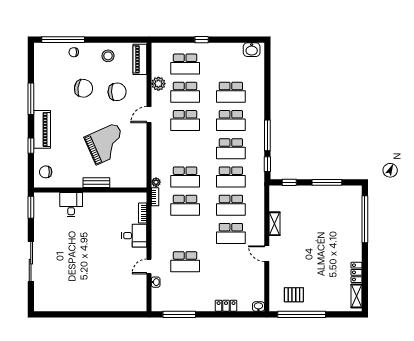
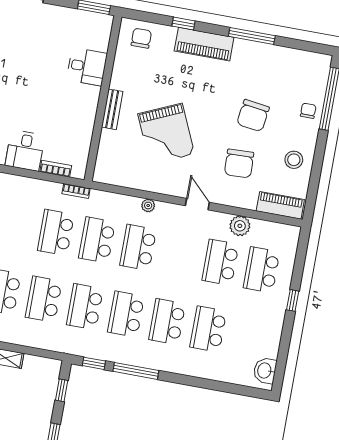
school desk: (185, 121) -> (138, 247), moved
plant: (156, 182) -> (148, 206), moved

